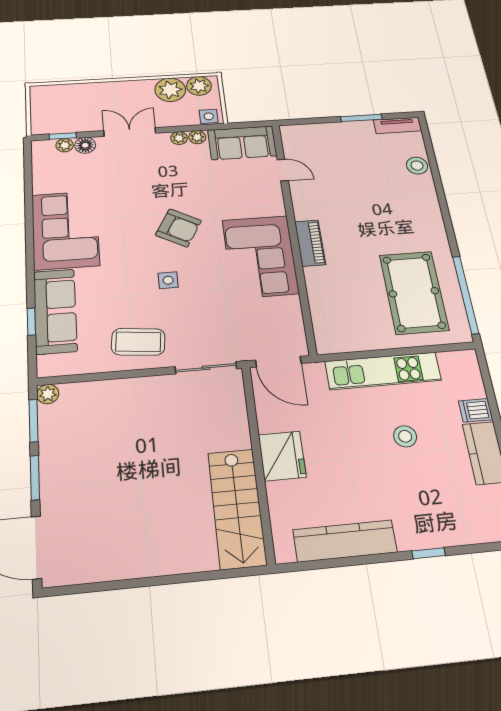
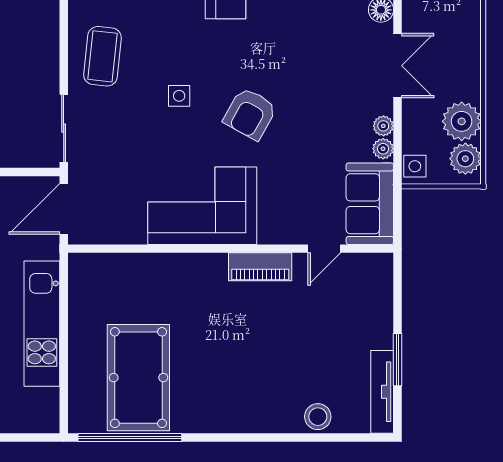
tv unit: (398, 125) -> (382, 392), width x1.41
piano: (310, 243) -> (260, 267), moved
pool table: (414, 292) -> (138, 378), turned 90

